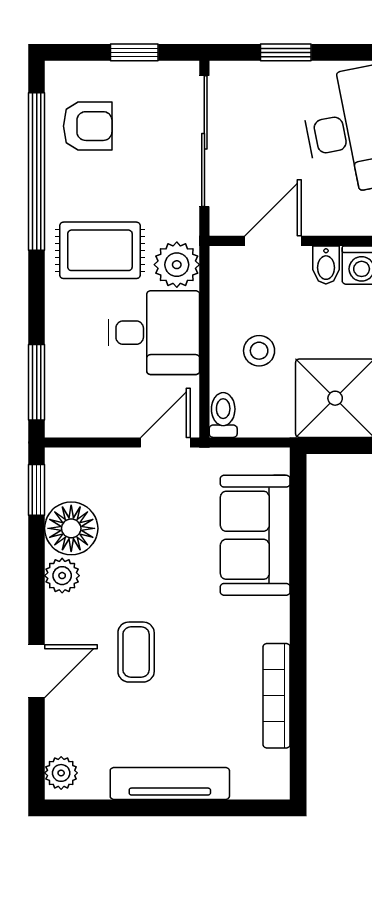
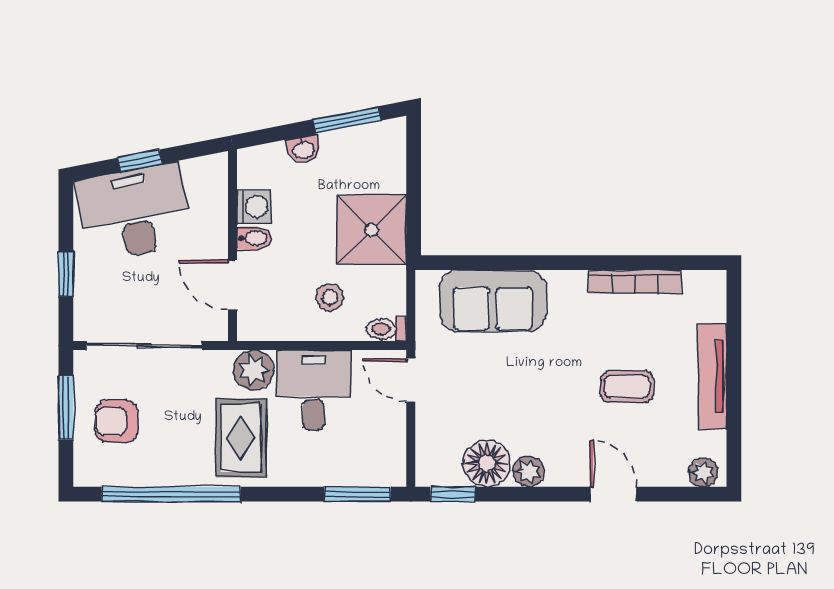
window: (134, 52) -> (66, 408), width x1.50
armchair: (88, 126) -> (116, 421), moved, turned -90
coffee table: (136, 652) -> (627, 387), moved

